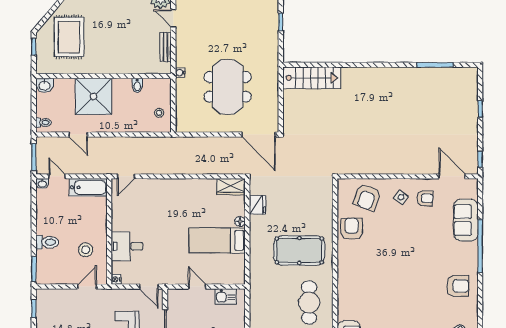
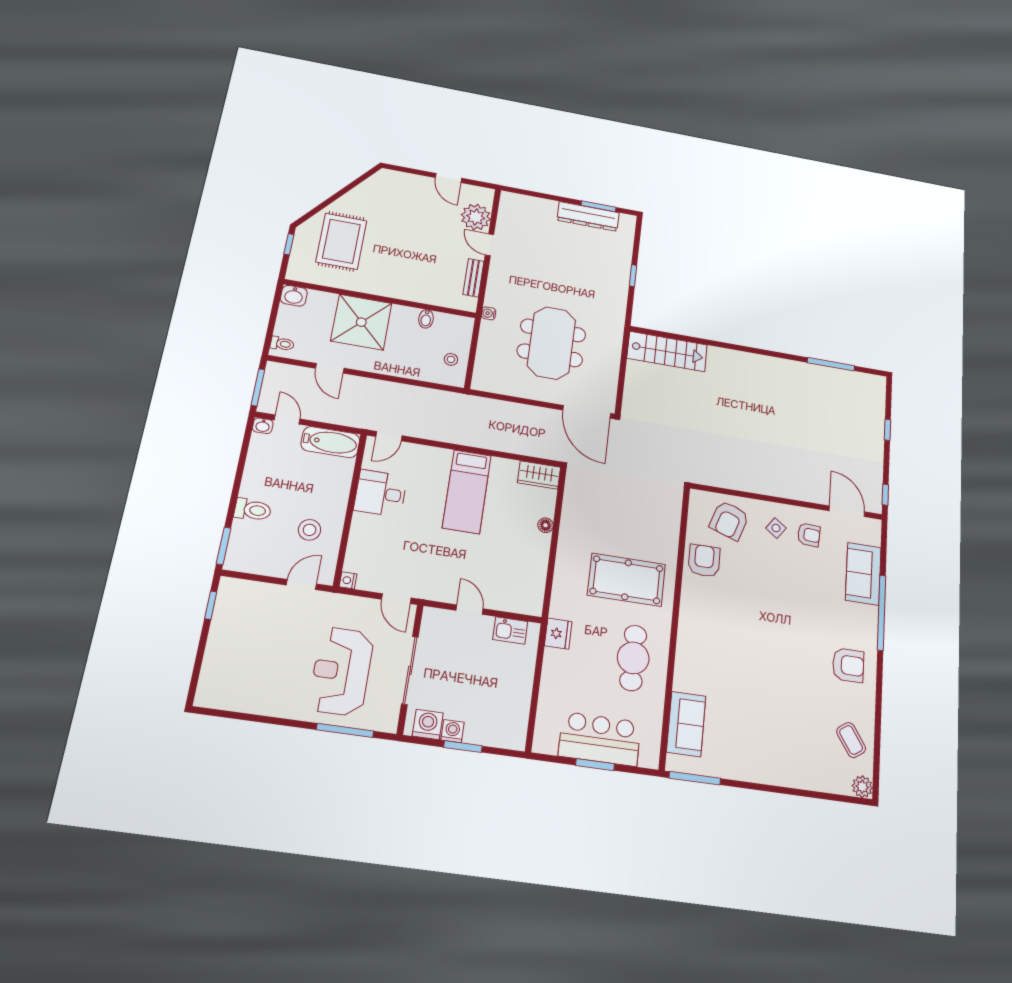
fridge: (257, 205) -> (558, 634), moved
bed: (217, 240) -> (467, 492), moved, turned -90
desk: (127, 246) -> (380, 493), moved

